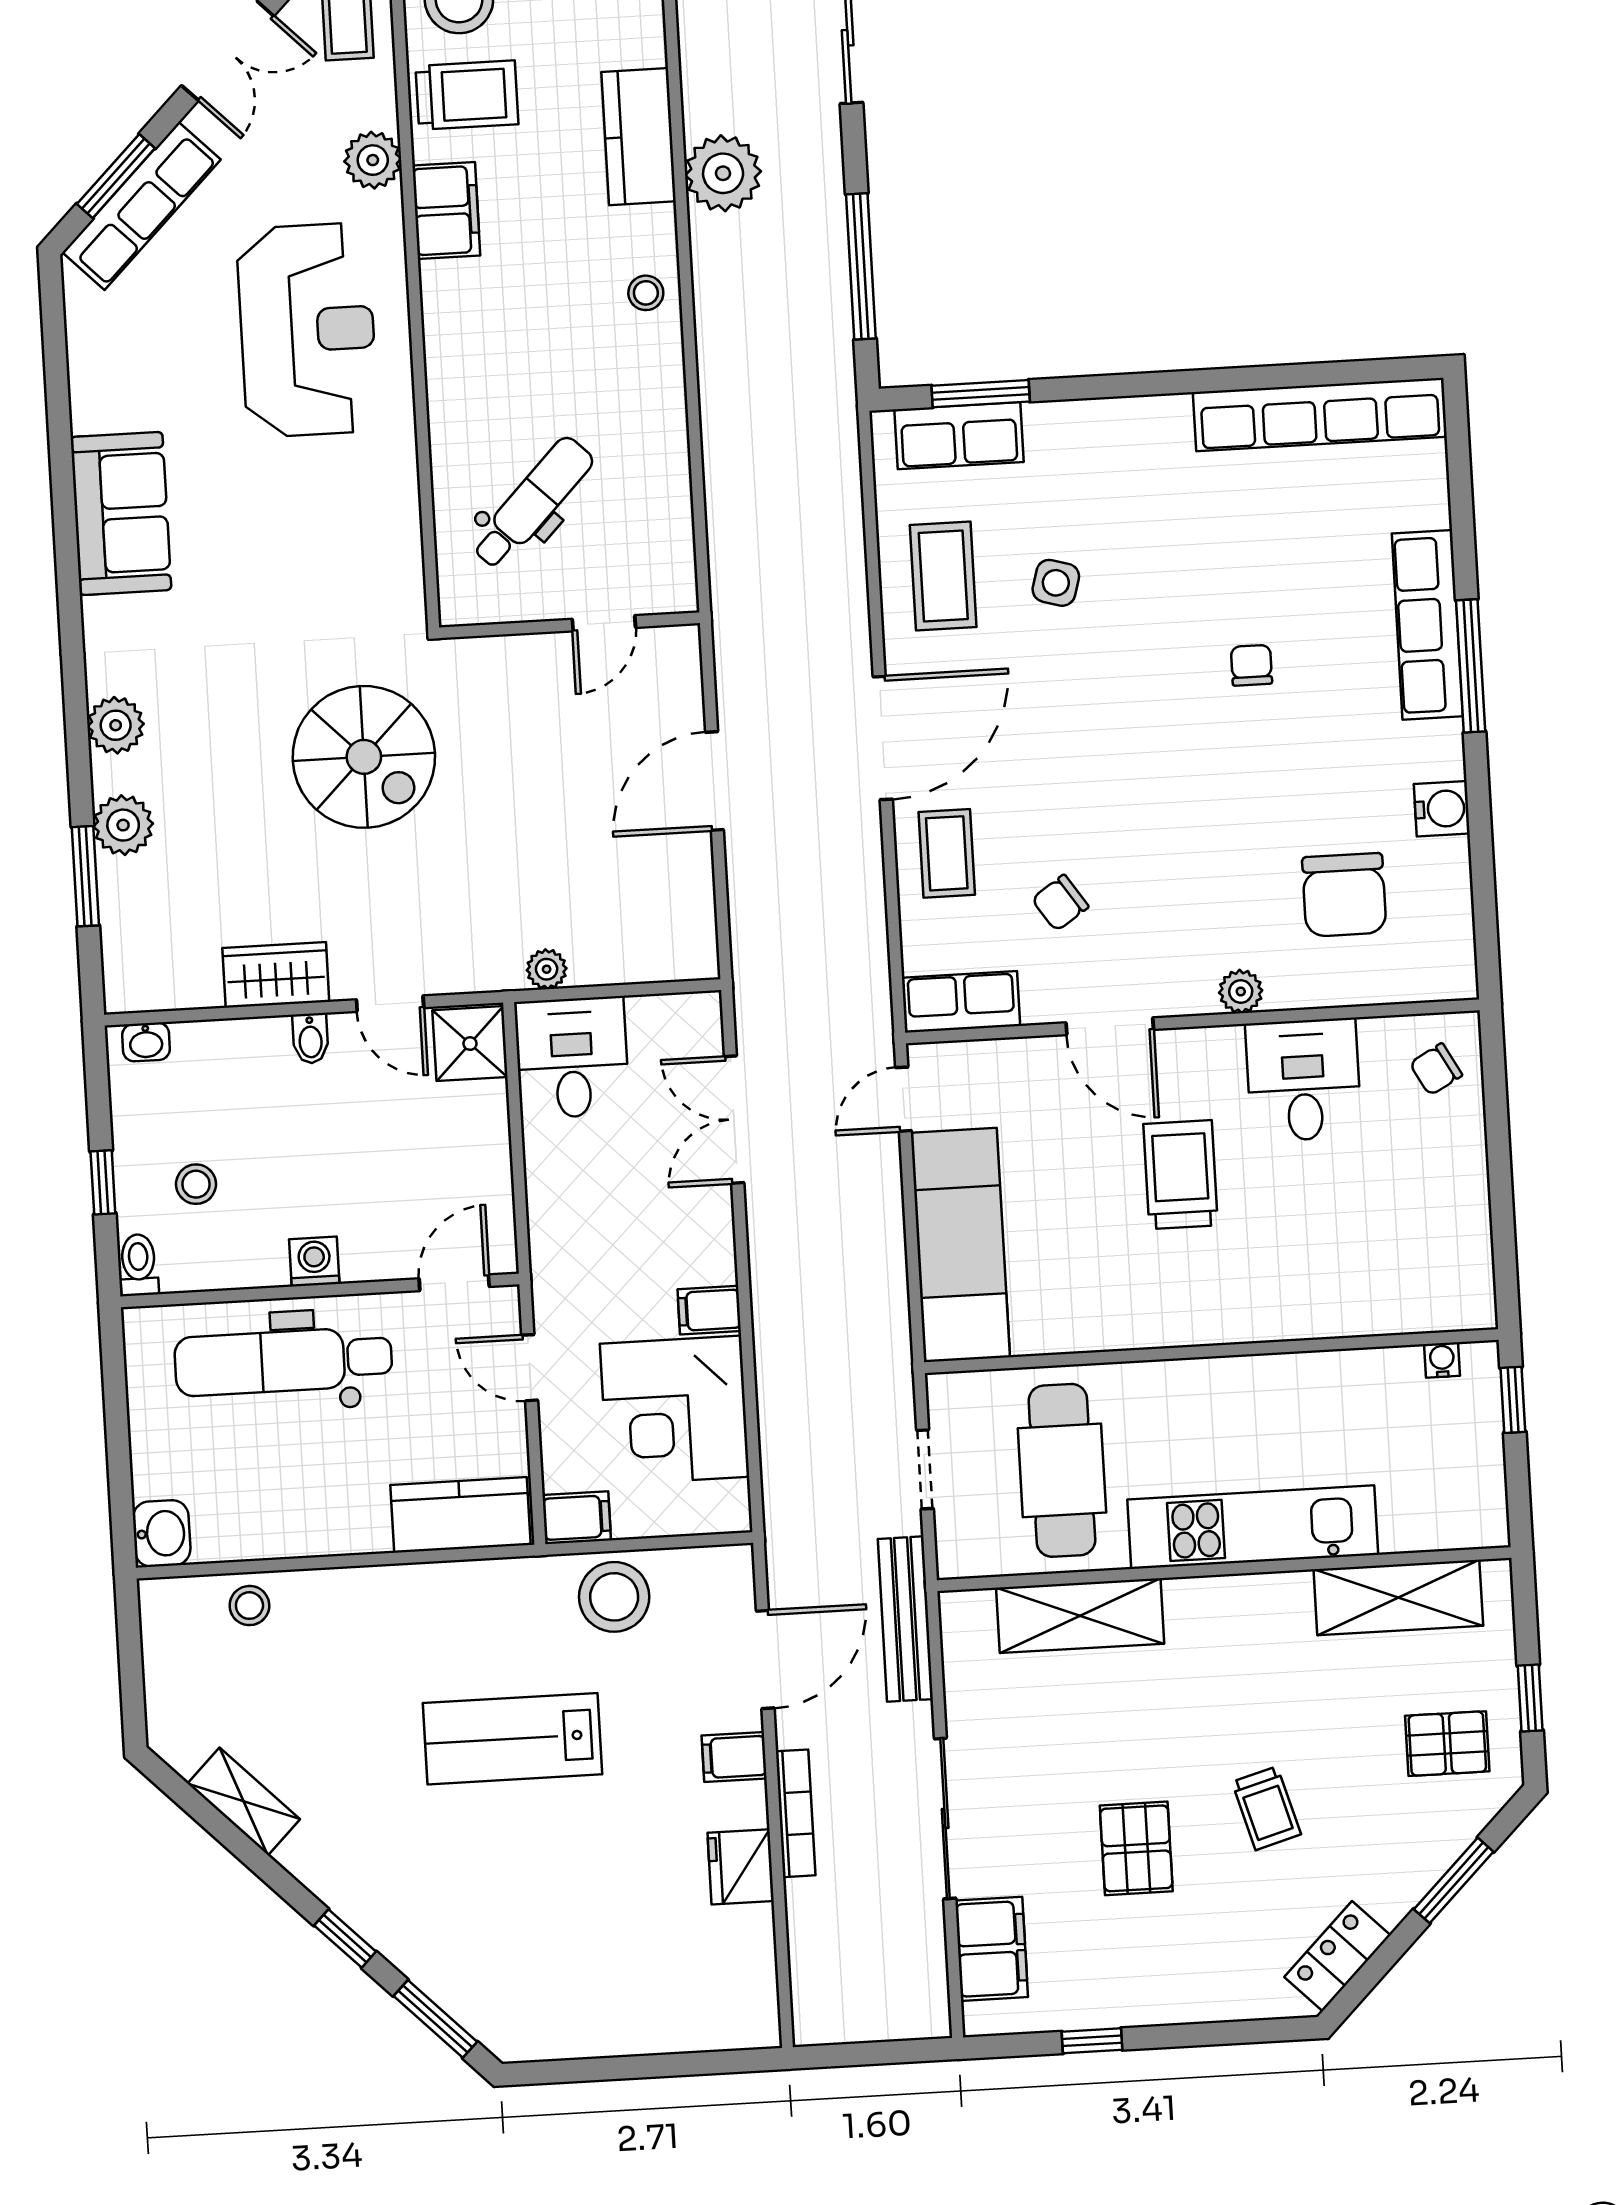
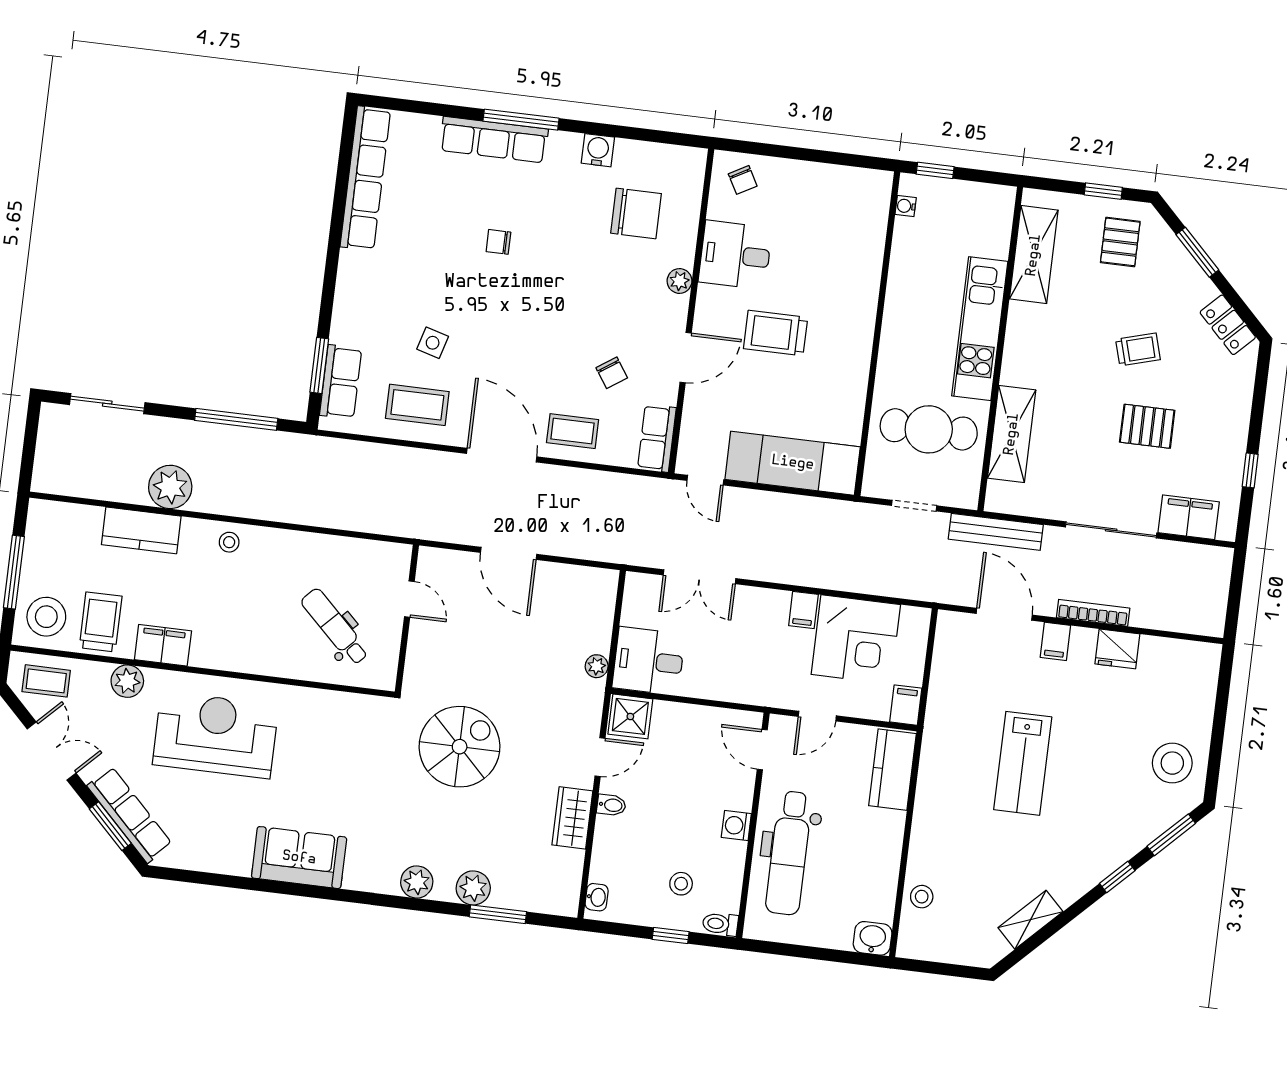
stool: (614, 1597) -> (1172, 763), moved

